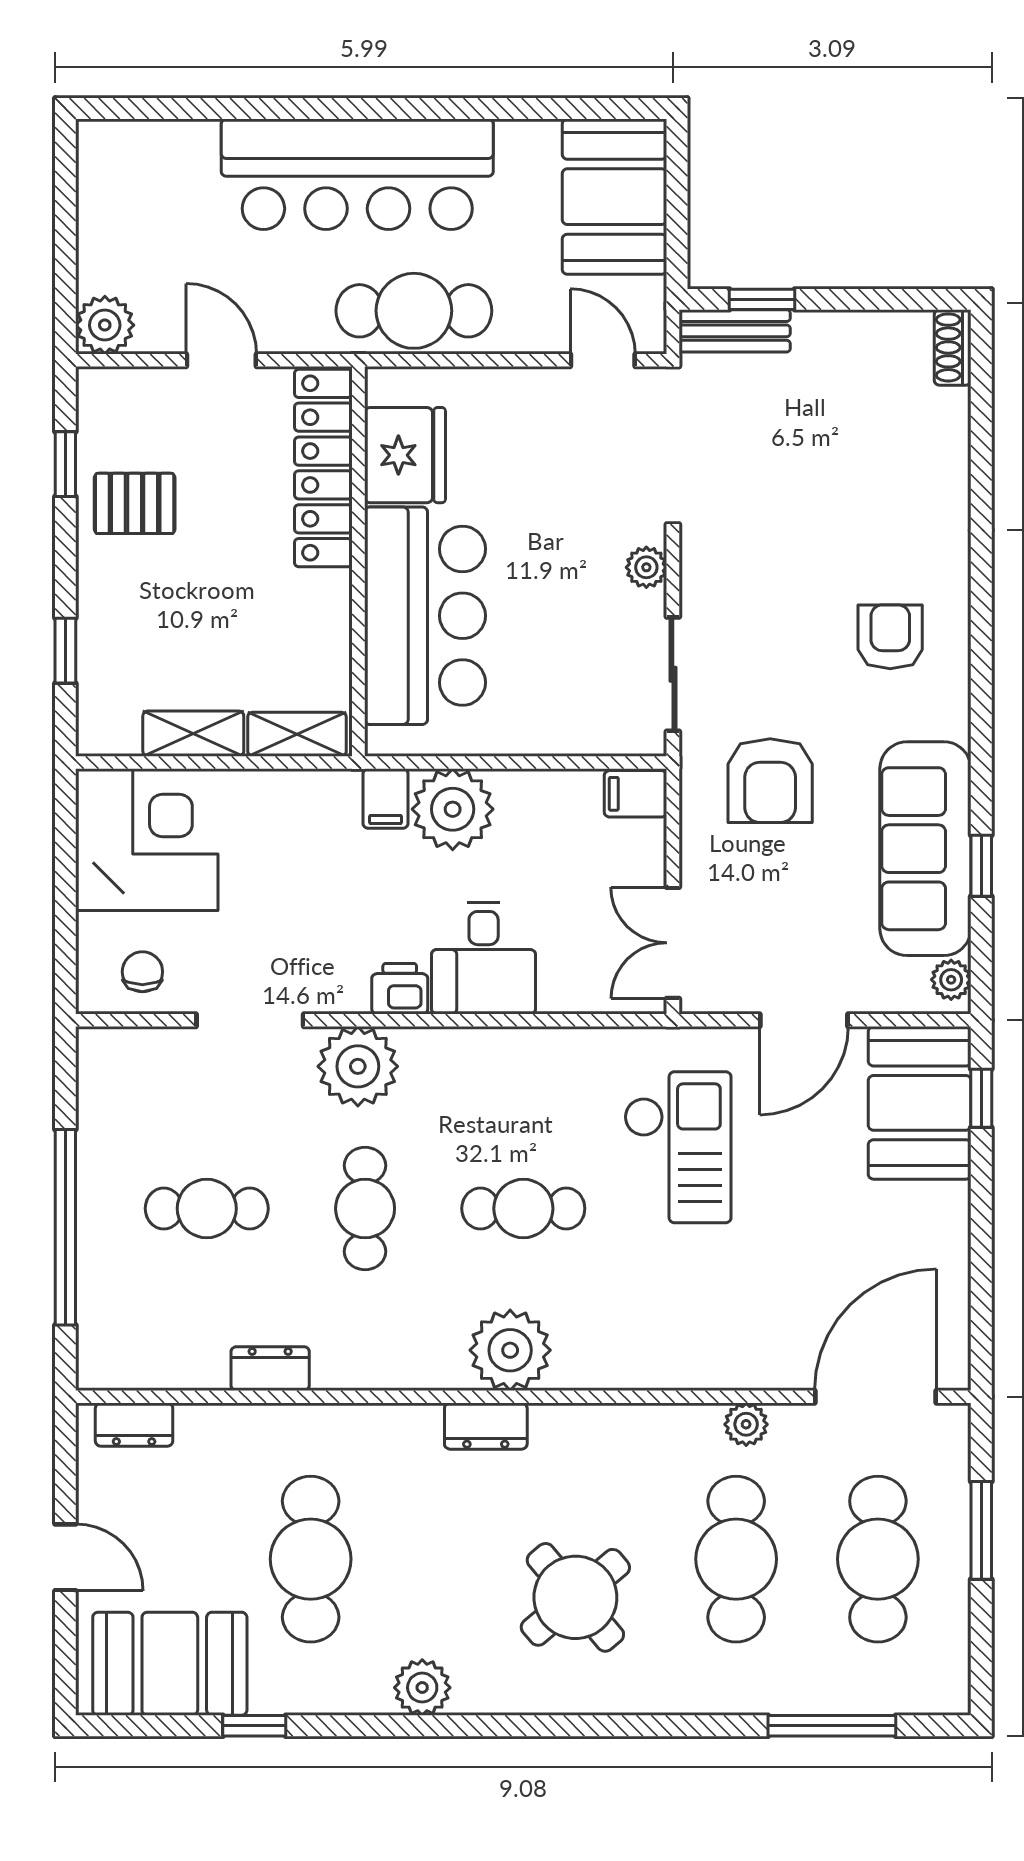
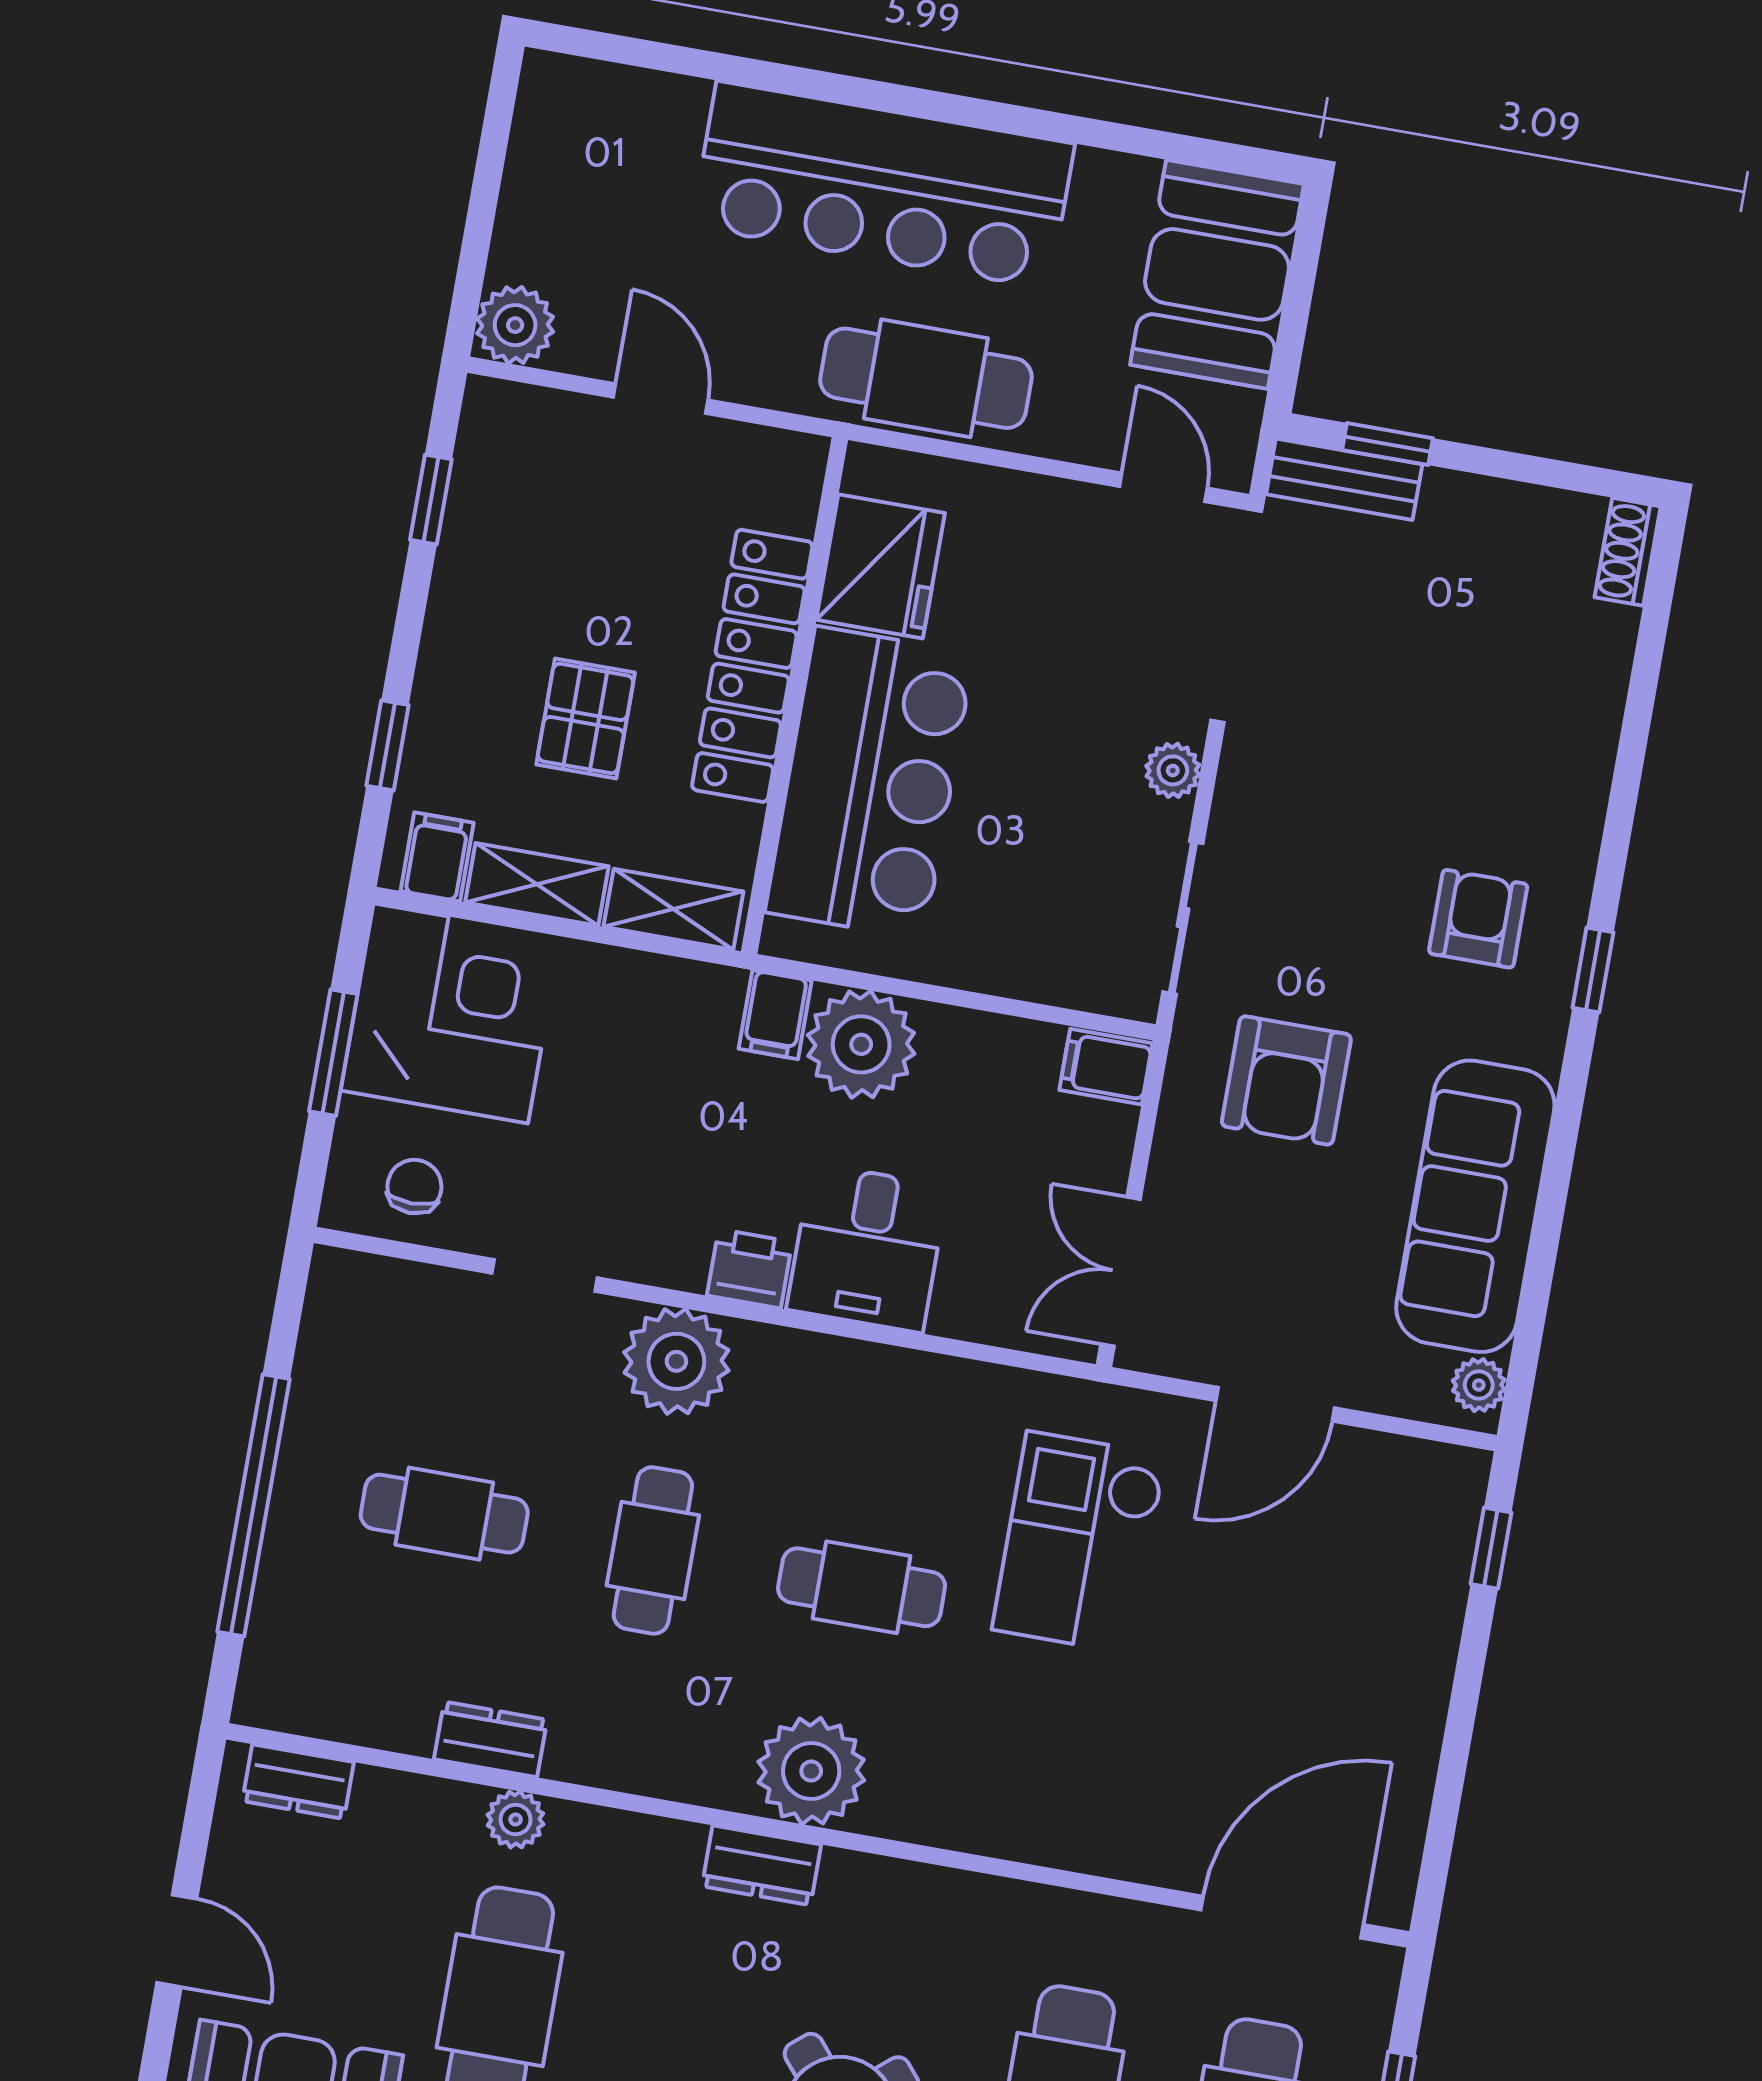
locker: (323, 468) -> (752, 666), moved
pallet: (135, 503) -> (586, 718), moved, turned 90
filing cabinet: (116, 726) -> (437, 857), added
window: (981, 866) -> (1593, 970), moved
window: (65, 884) -> (333, 1053), added
doorway: (250, 1020) -> (545, 1275), width x0.73
booth: (920, 1103) -> (1409, 1540), removed
checkout: (678, 1147) -> (1079, 1542), turned 180
plant: (746, 1424) -> (515, 1819), moved

